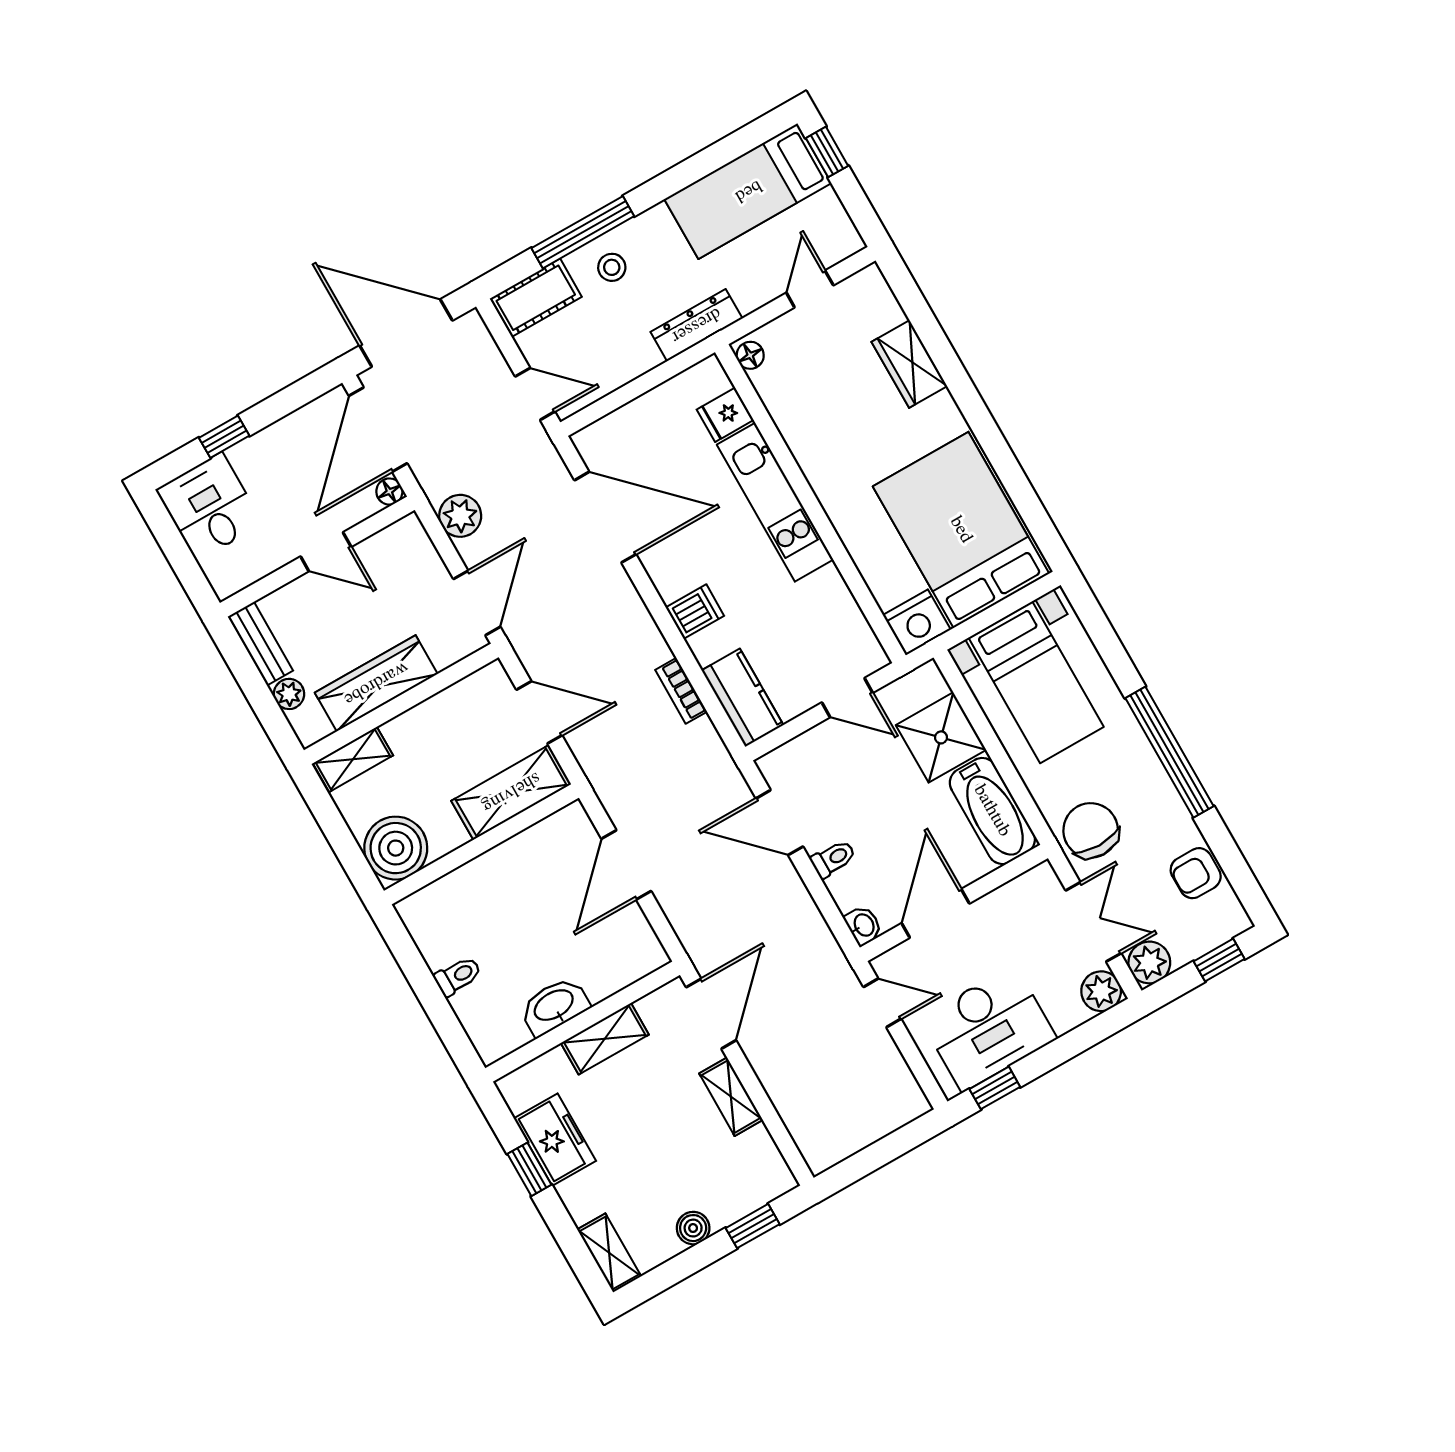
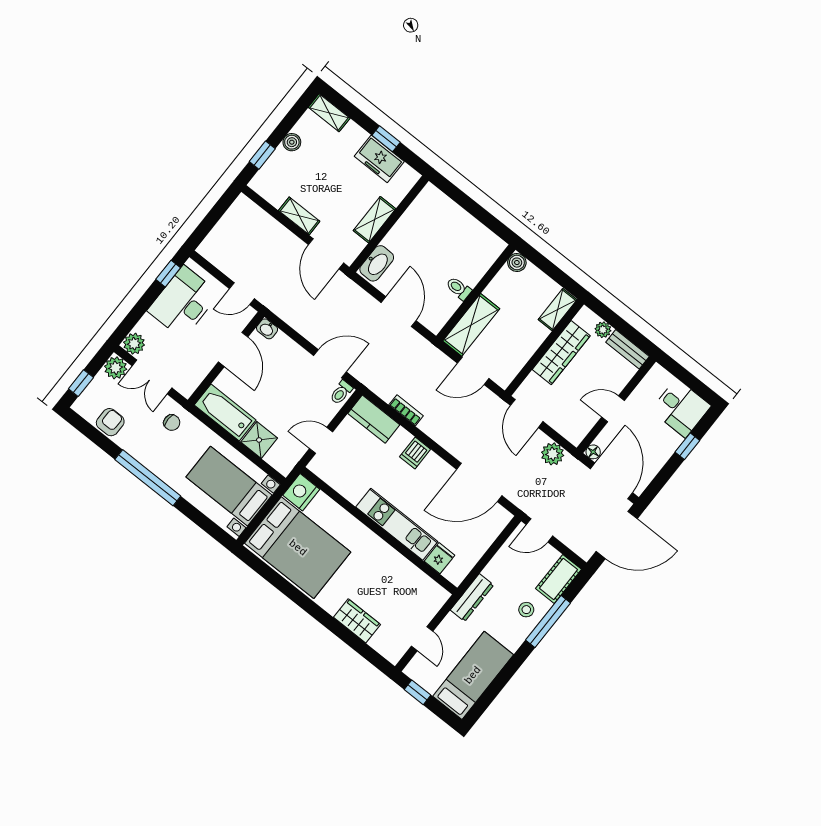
window: (827, 152) -> (418, 692), moved
floor lamp: (750, 355) -> (439, 593), removed
shower: (941, 737) -> (259, 440), width x0.73, depth x0.73
chair: (1091, 830) -> (172, 423), width x0.54, depth x0.54
boiler: (396, 848) -> (517, 263), width x0.54, depth x0.54
toilet: (833, 859) -> (341, 393), moved
toilet: (458, 976) -> (459, 288), moved, turned 90
washbasin: (554, 1006) -> (377, 263), moved

